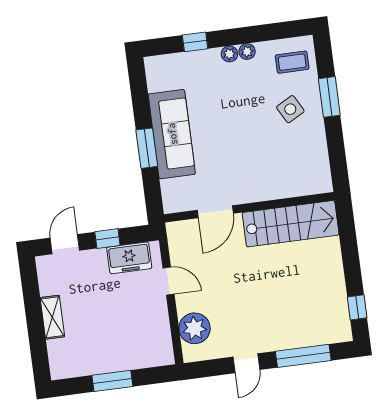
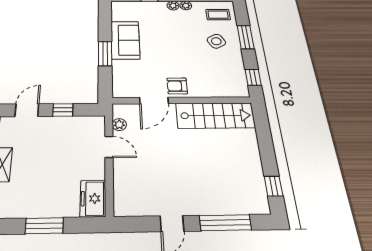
sofa: (172, 134) -> (125, 40), width x0.73
window: (338, 162) -> (253, 77), added
armchair: (242, 187) -> (177, 86), added
freezer: (129, 258) -> (93, 199), moved, turned 90
plant: (195, 328) -> (119, 125), moved, width x0.53, depth x0.53

